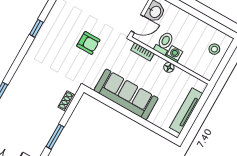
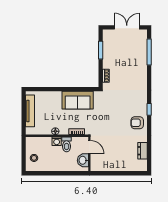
door: (137, 24) -> (89, 147), swing flipped
armchair: (88, 43) -> (137, 123), moved
sofa: (126, 94) -> (78, 100), width x0.73

